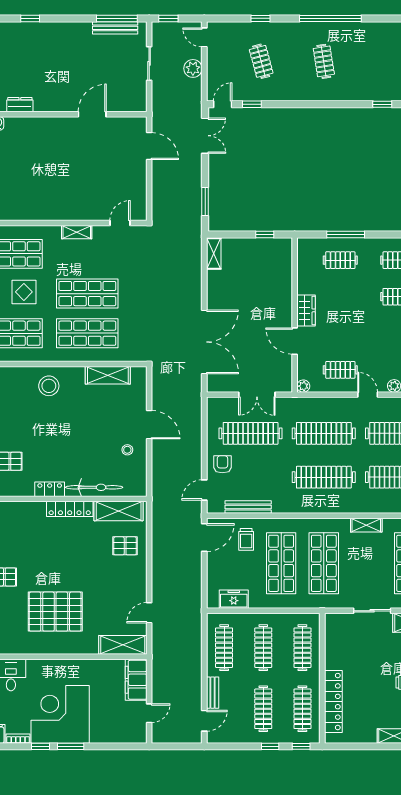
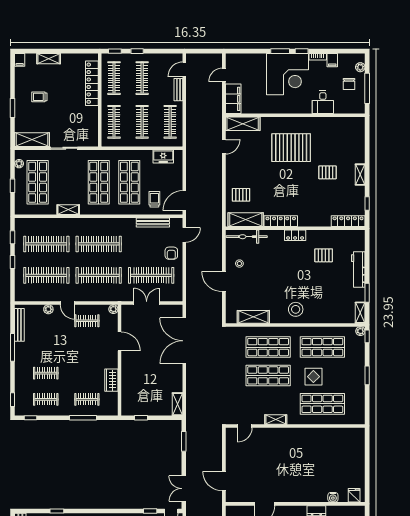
wardrobe: (306, 310) -> (111, 380), moved
bicycle: (94, 487) -> (247, 237), moved

